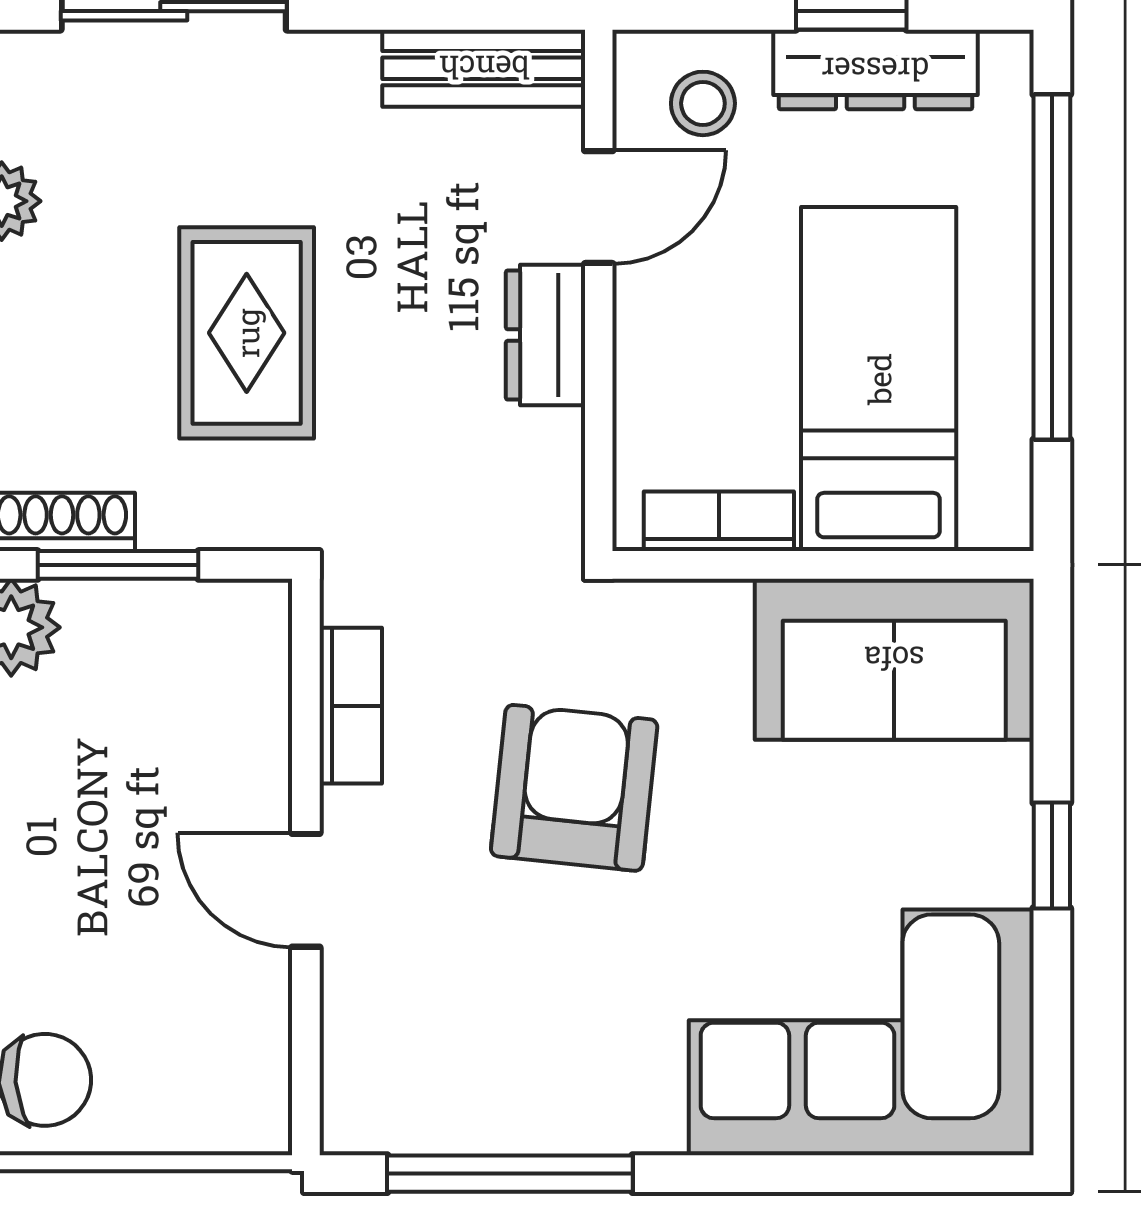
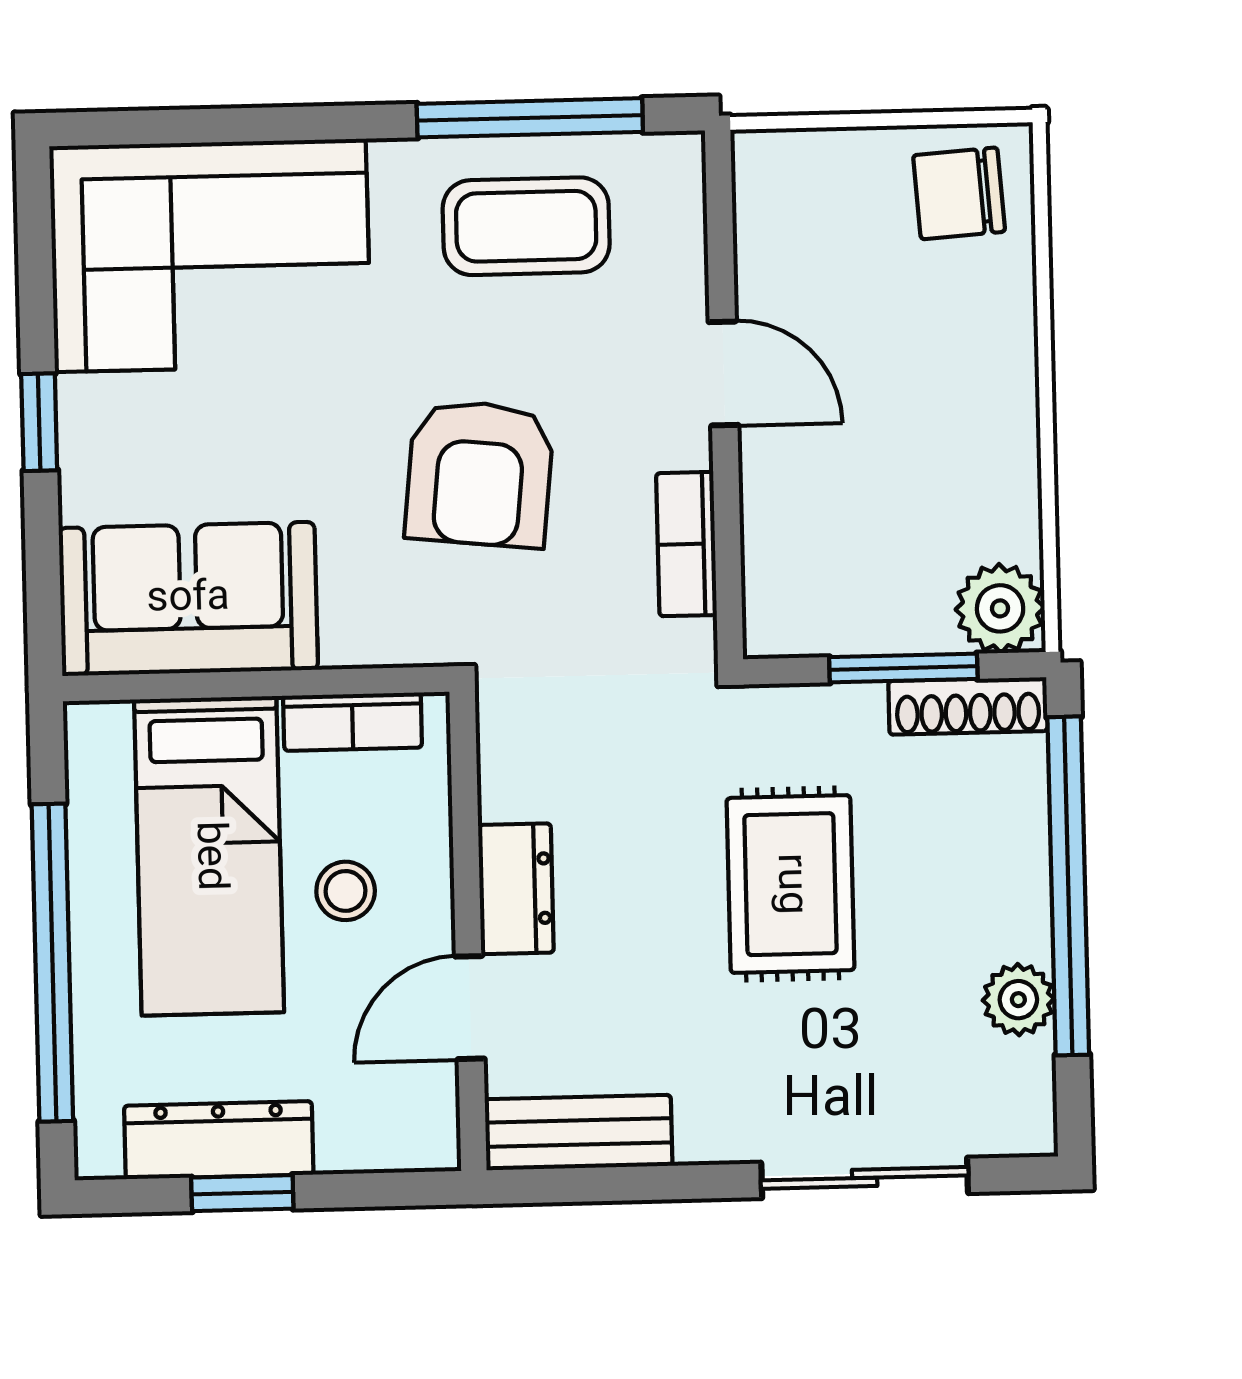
stool: (703, 103) -> (346, 891), moved
coffee table: (517, 1056) -> (526, 226), added

